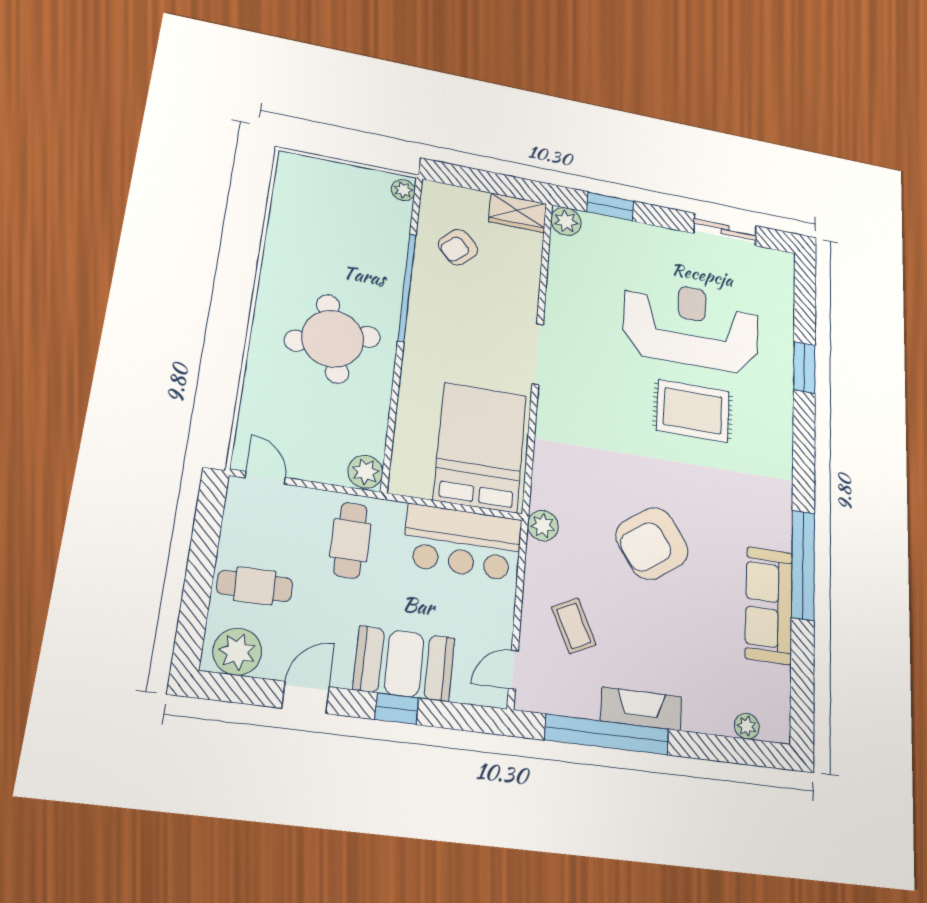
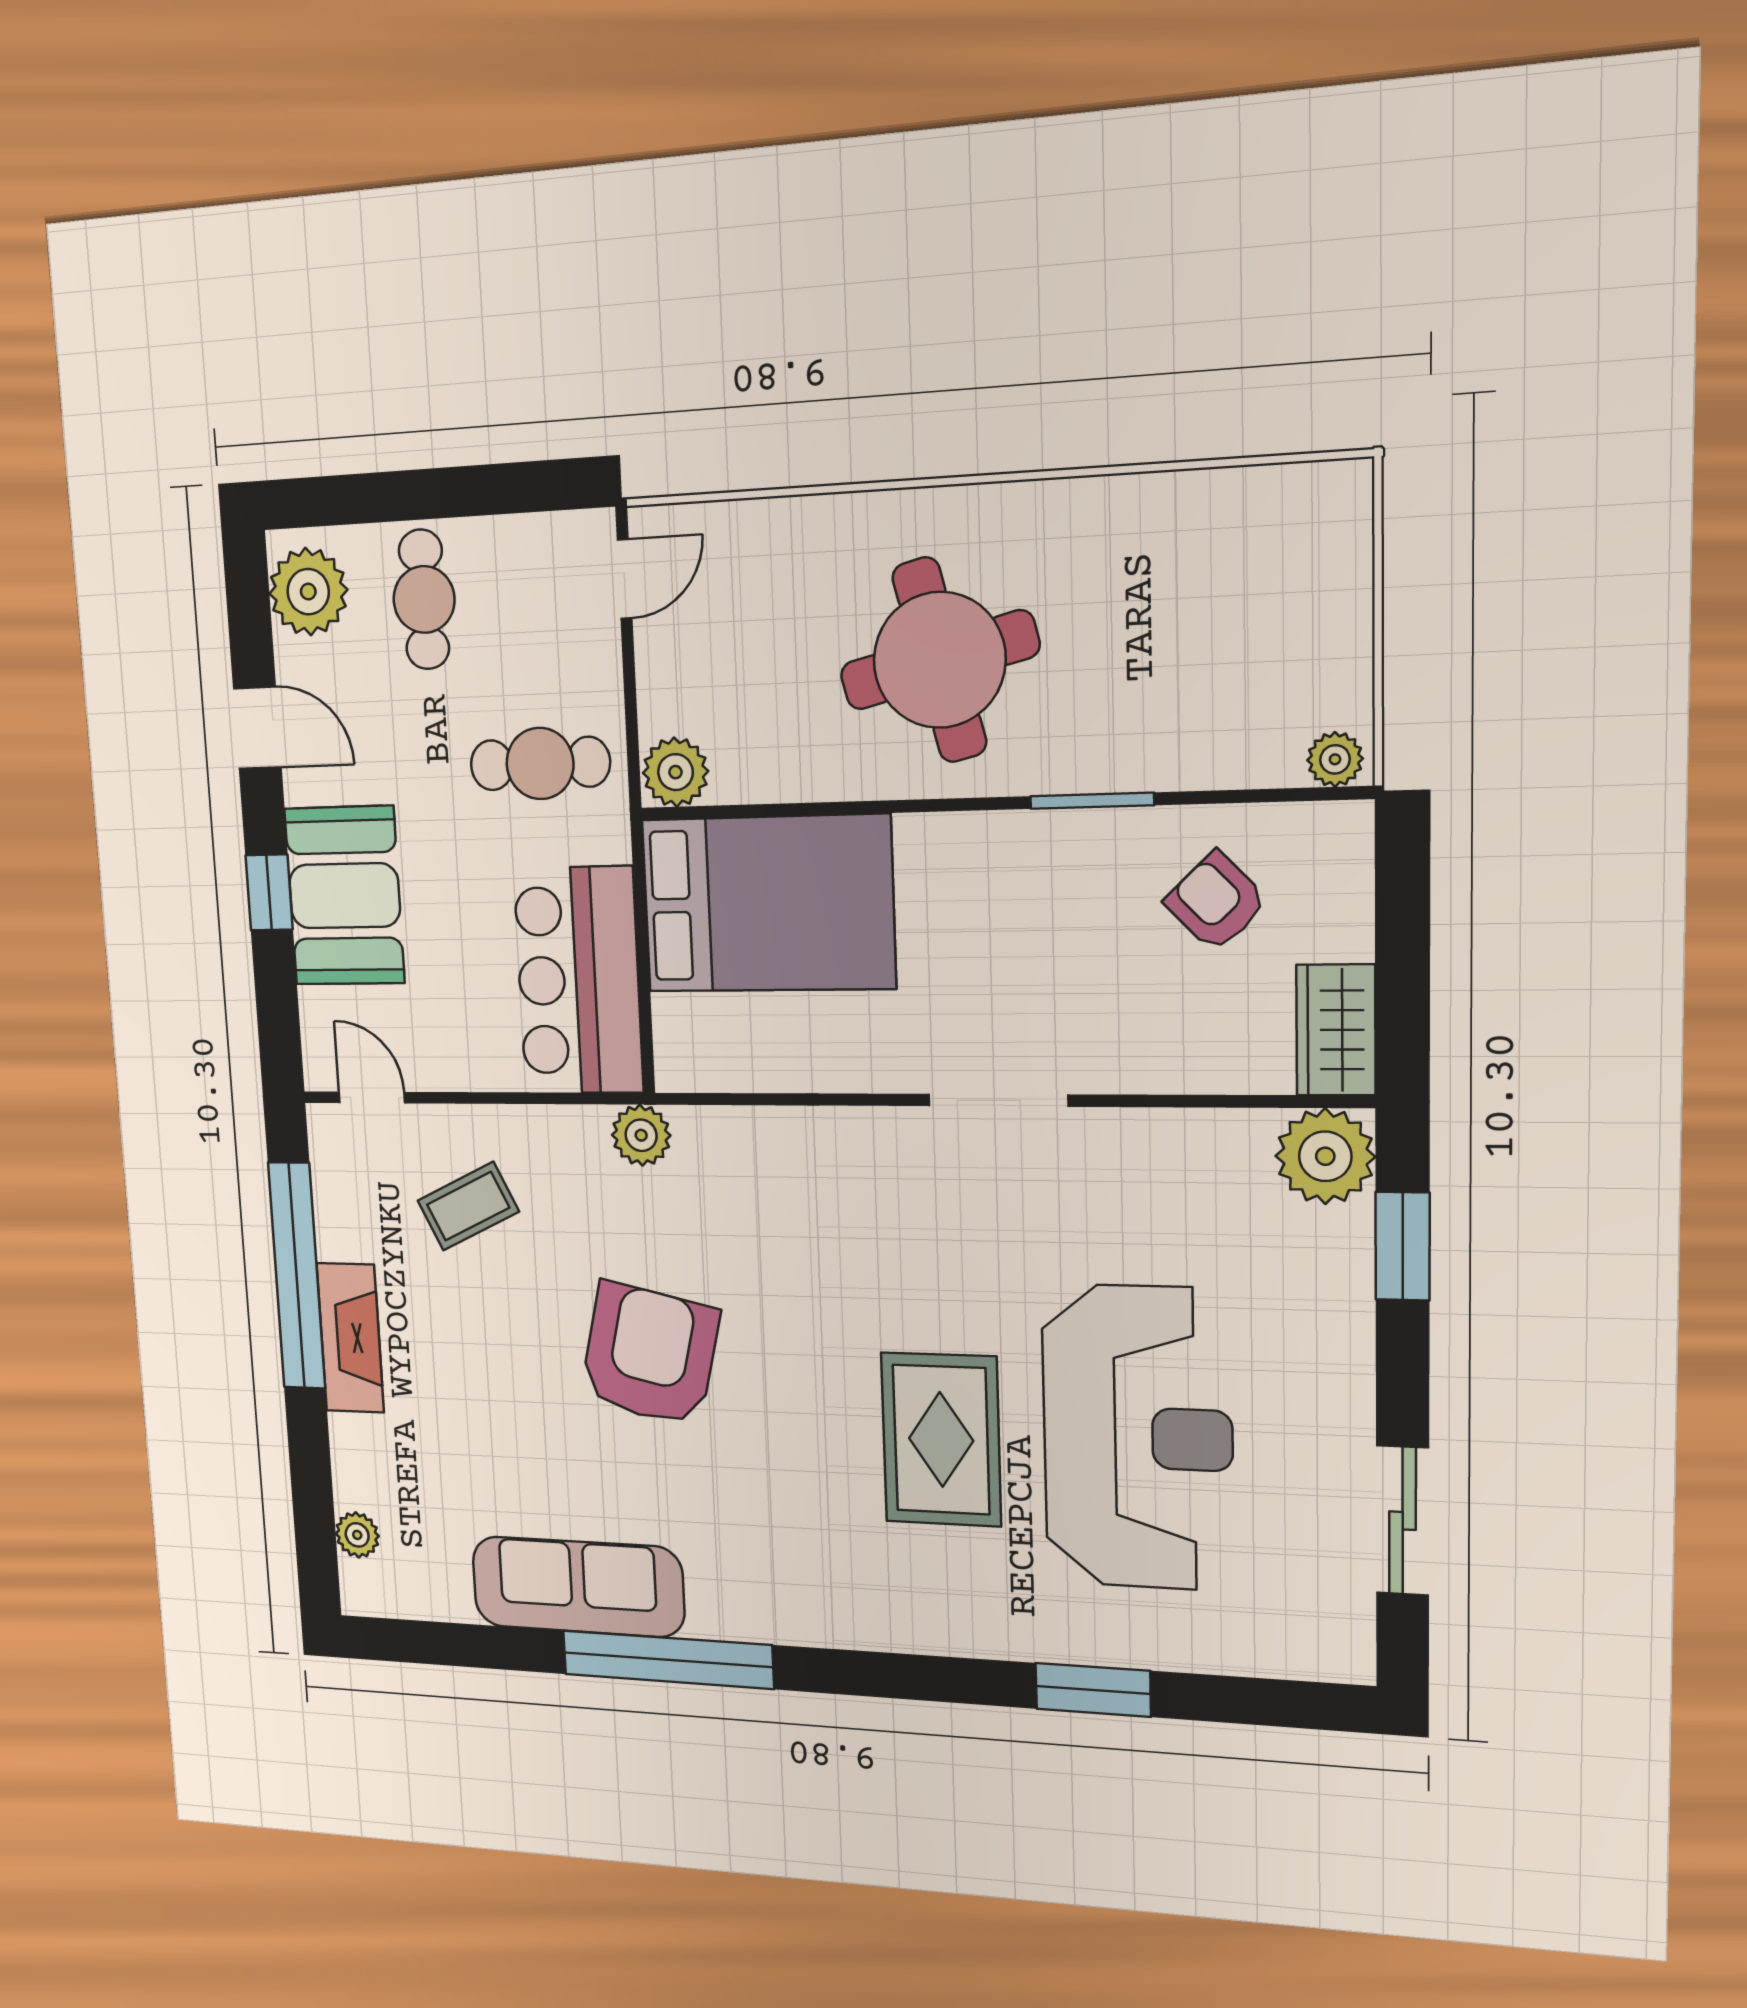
plant: (566, 221) -> (1325, 1156), width x1.36, depth x1.36
window: (407, 287) -> (1092, 801), width x0.47
bed: (480, 447) -> (768, 904), moved
armchair: (652, 544) -> (650, 1355), turned 48

